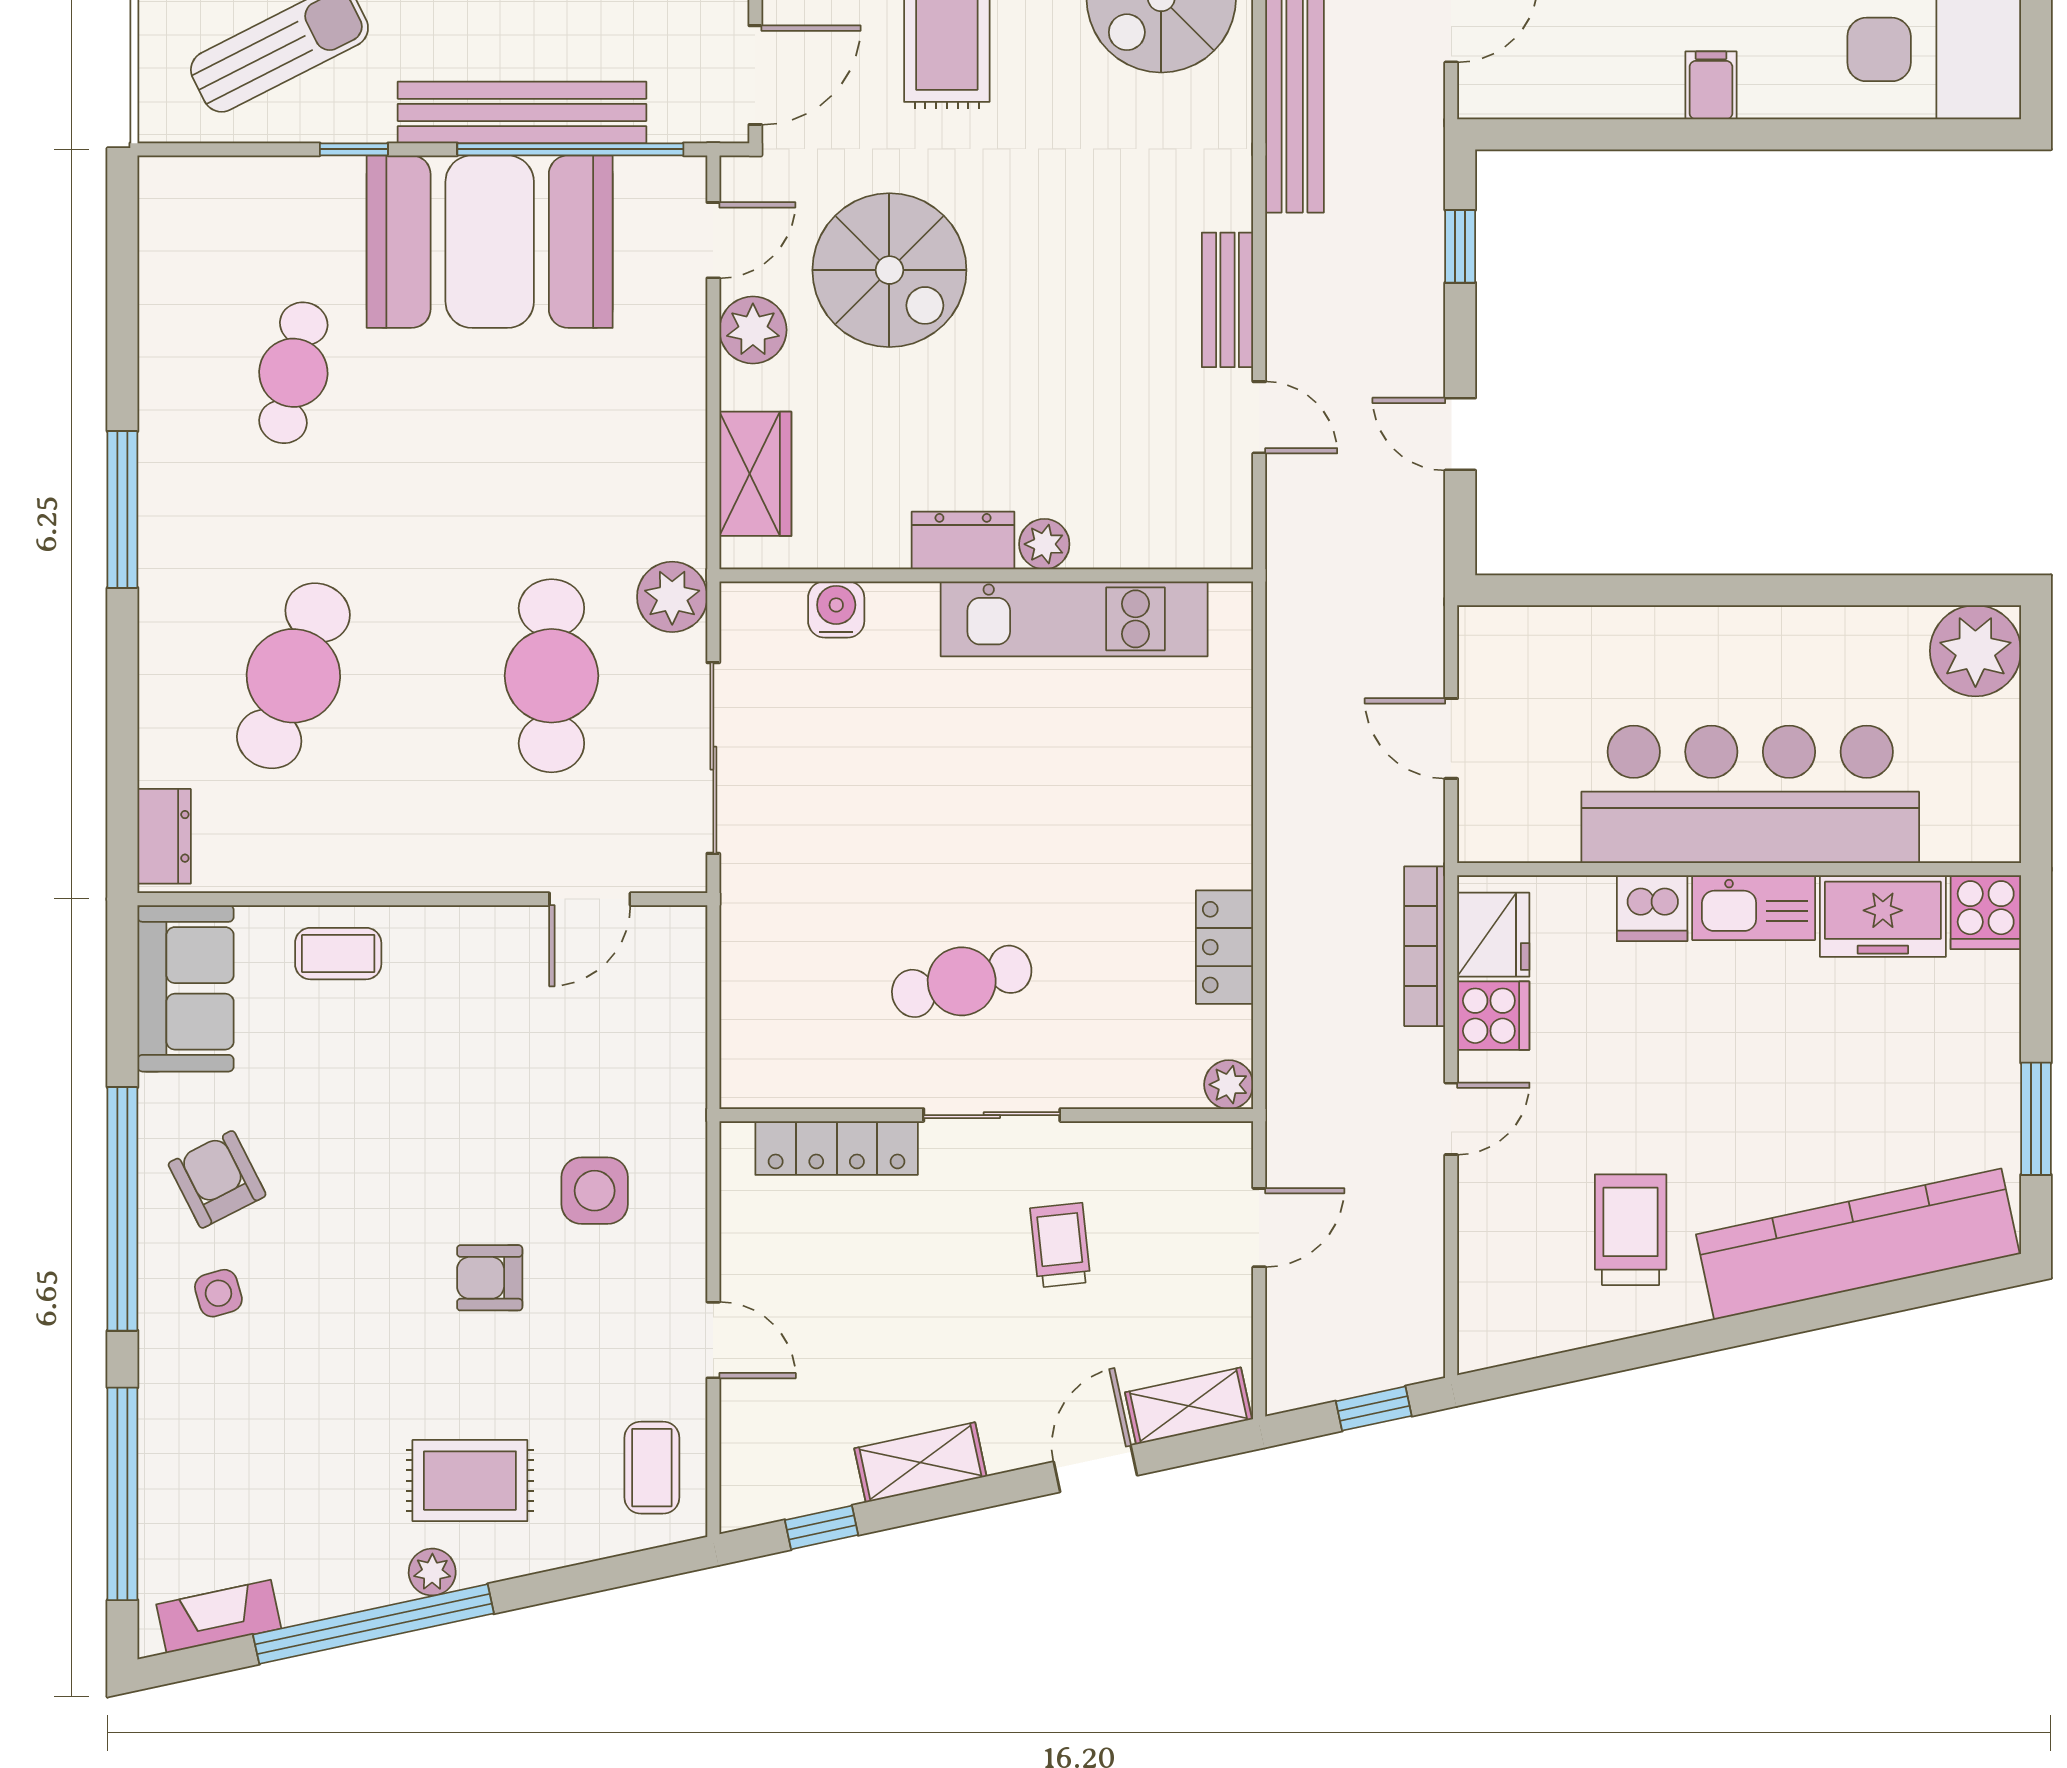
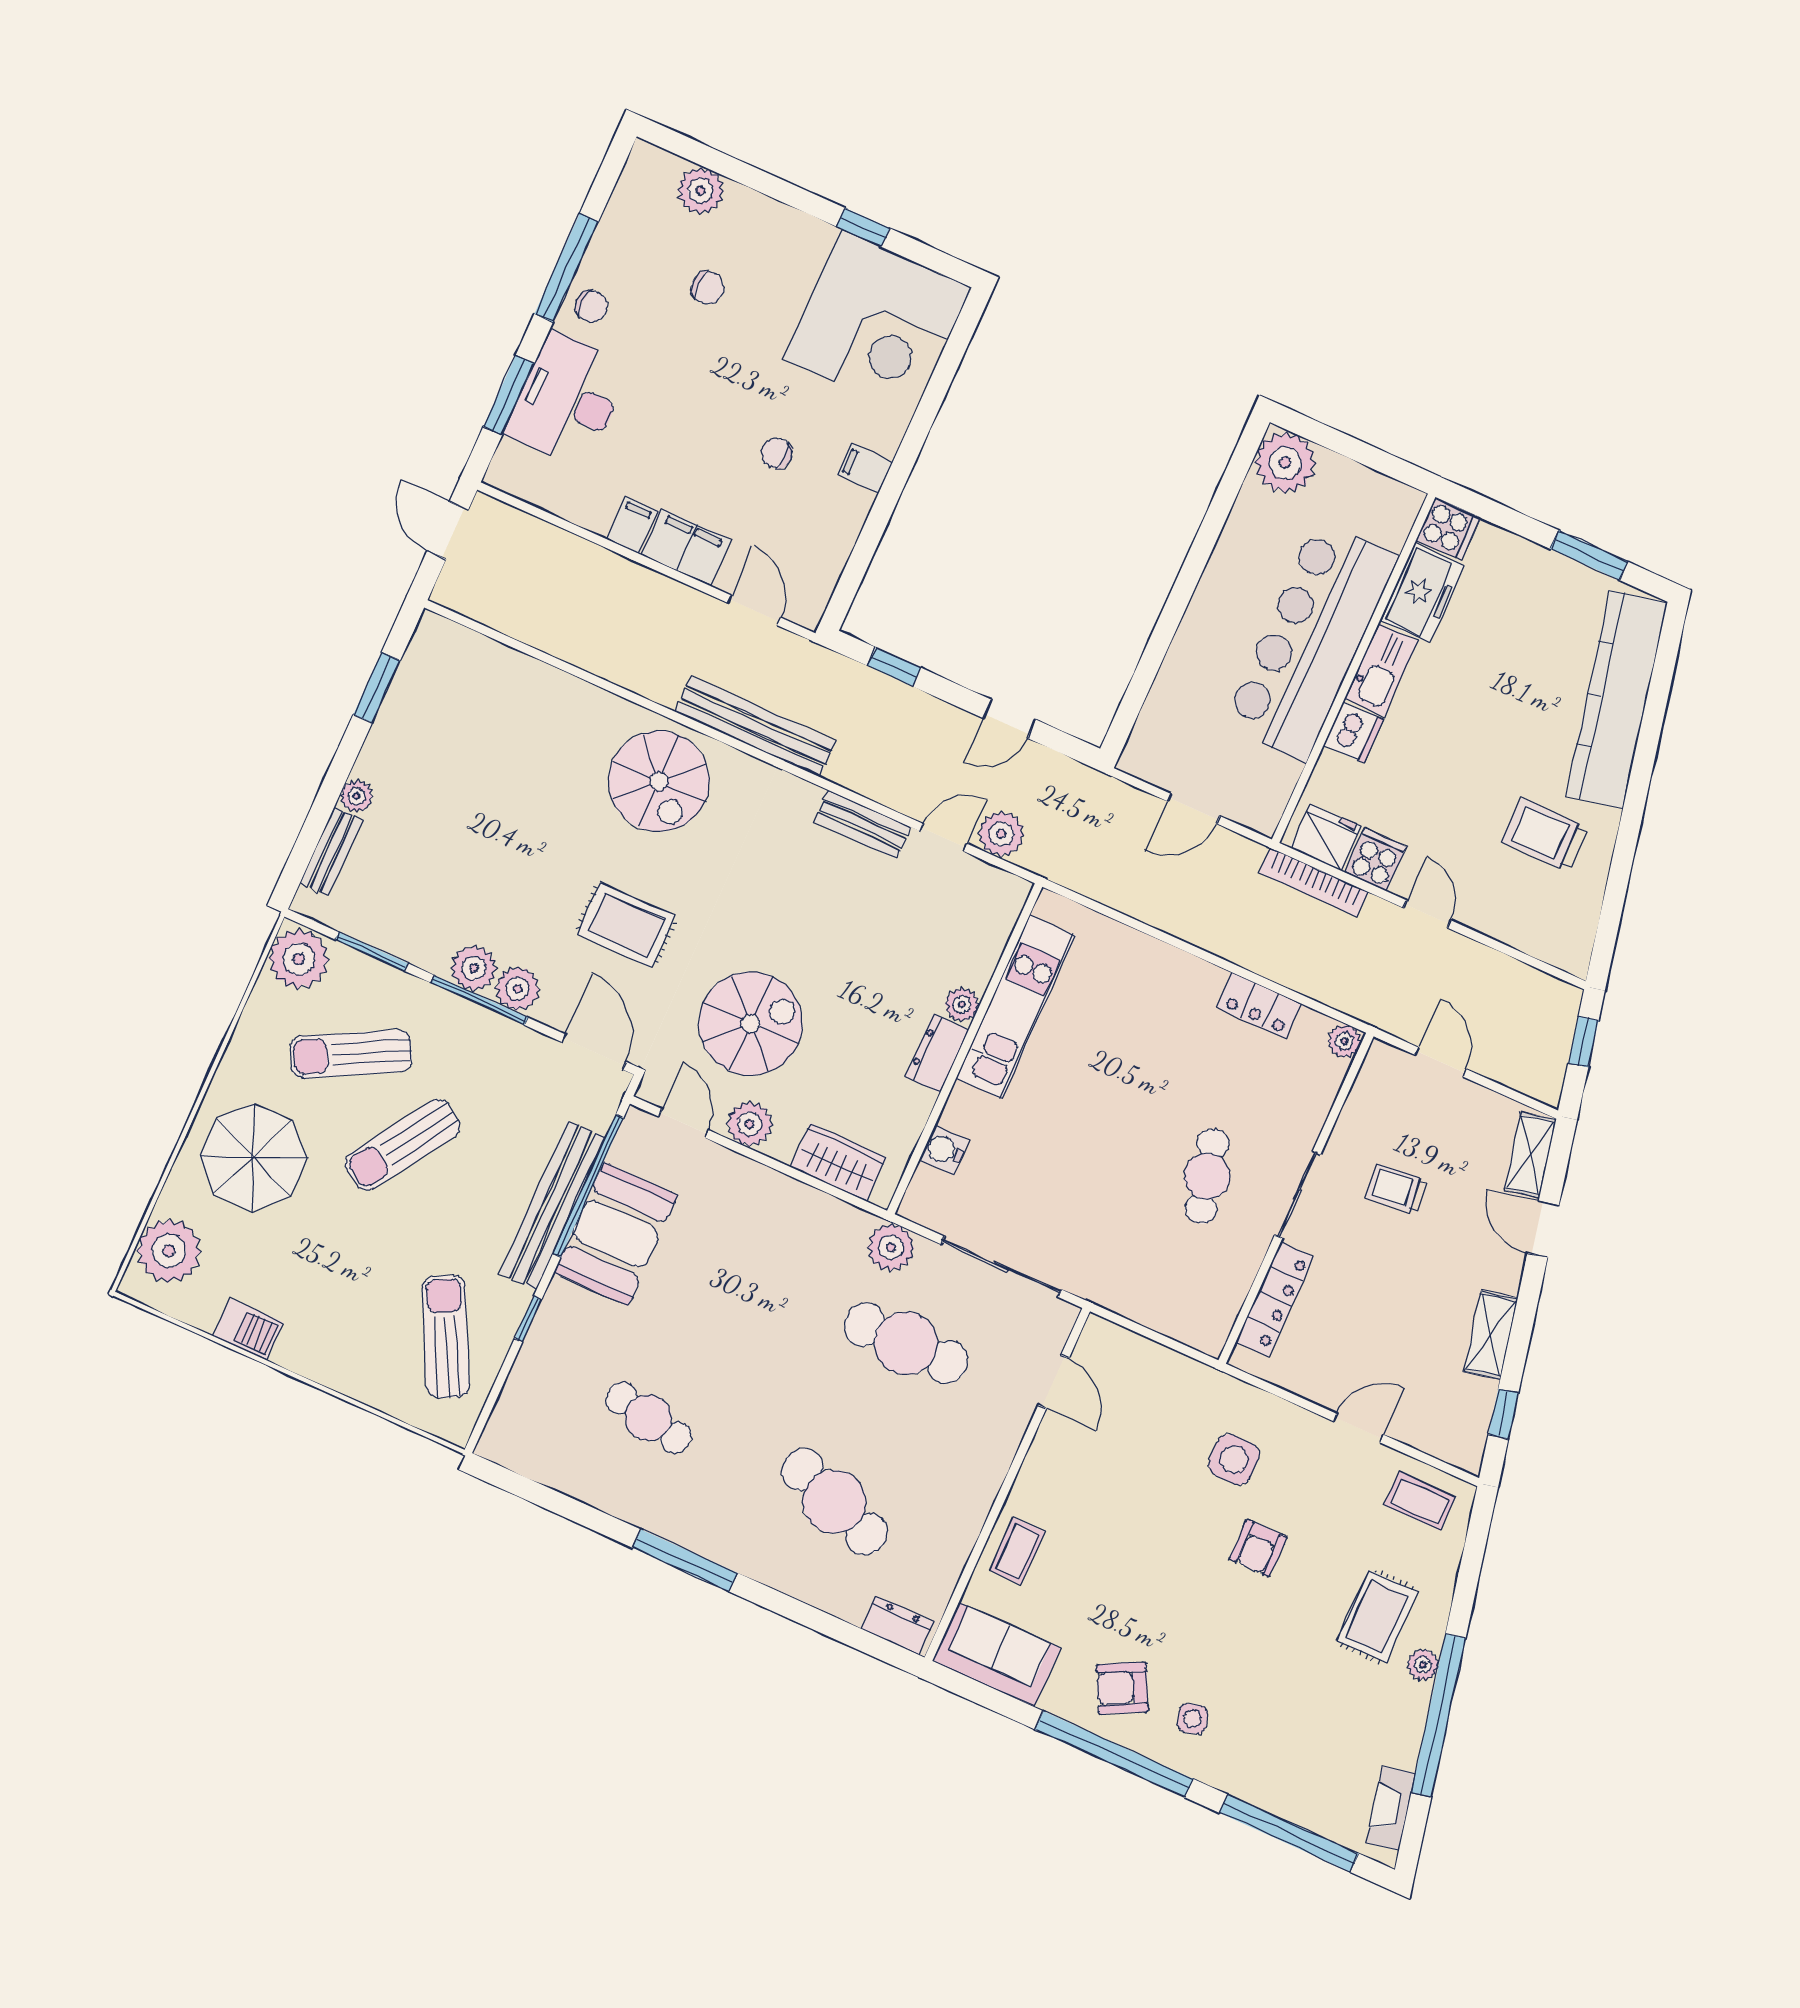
booth: (490, 242) -> (616, 1234), width x0.73, depth x0.70
plant: (1299, 493) -> (1001, 834), added

